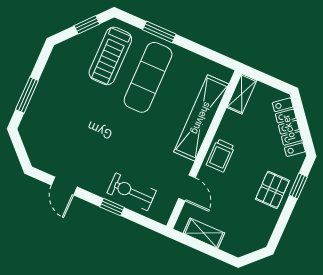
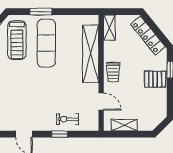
pallet: (272, 190) -> (155, 79), turned 90
exercise bike: (132, 192) -> (68, 119), width x0.73, depth x0.72

